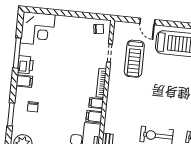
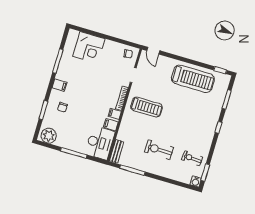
door: (147, 21) -> (153, 51), moved
corner desk: (38, 29) -> (89, 48), moved
treadmill: (134, 59) -> (146, 107), moved, turned -90
printer: (25, 65) -> (63, 72), removed

